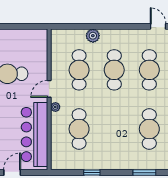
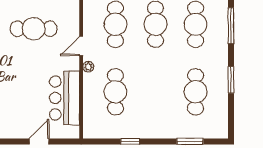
bar counter: (34, 134) -> (65, 98), width x0.73

